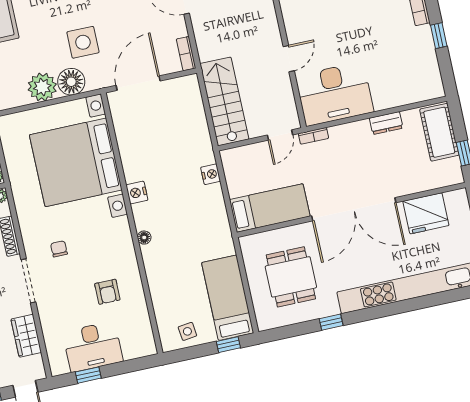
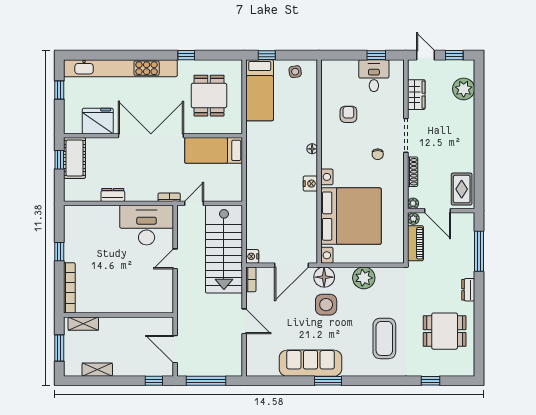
floor lamp: (71, 82) -> (324, 277), moved
stairs: (224, 101) -> (224, 249), width x1.36, depth x1.51
cot: (439, 132) -> (75, 158), moved
nightstand: (211, 174) -> (252, 256), moved
desk: (93, 347) -> (374, 76), width x0.73

